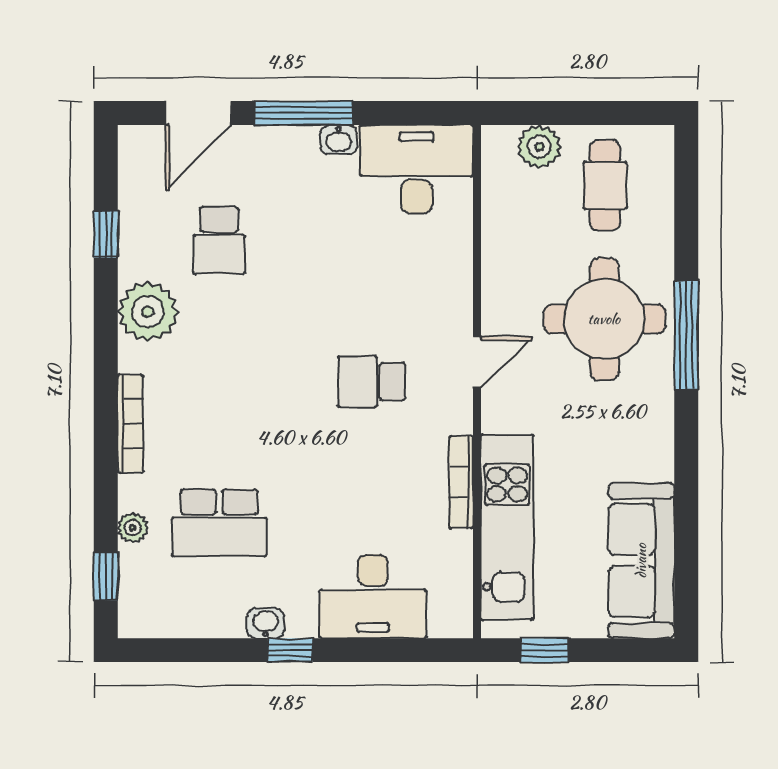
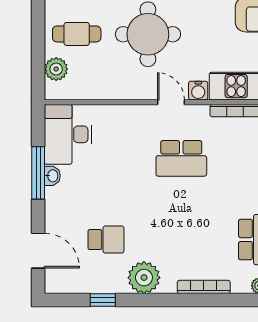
window: (304, 113) -> (38, 173), moved
school desk: (372, 382) -> (181, 158), width x1.85
water cooler: (499, 413) -> (198, 91), added

